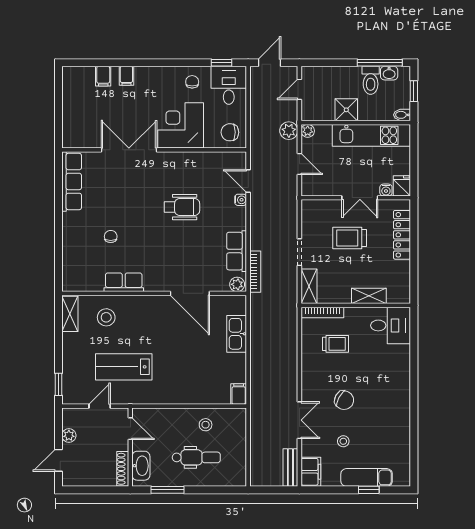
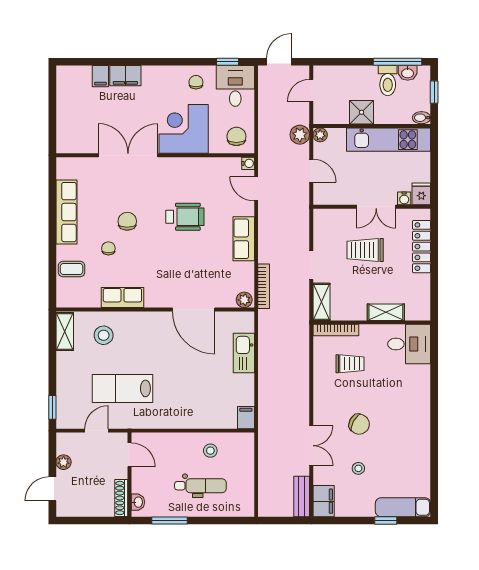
filing cabinet: (126, 76) -> (125, 76), width x2.00
chair: (230, 132) -> (236, 136), turned 90
row of seats: (72, 181) -> (66, 212), moved
water cooler: (241, 200) -> (248, 163), moved
chair: (128, 211) -> (127, 221), added
row of seats: (237, 251) -> (244, 239), moved
coffee table: (76, 256) -> (72, 269), added
washbasin: (141, 466) -> (138, 502), width x0.52, depth x0.69
exam couch: (367, 477) -> (403, 507), moved

